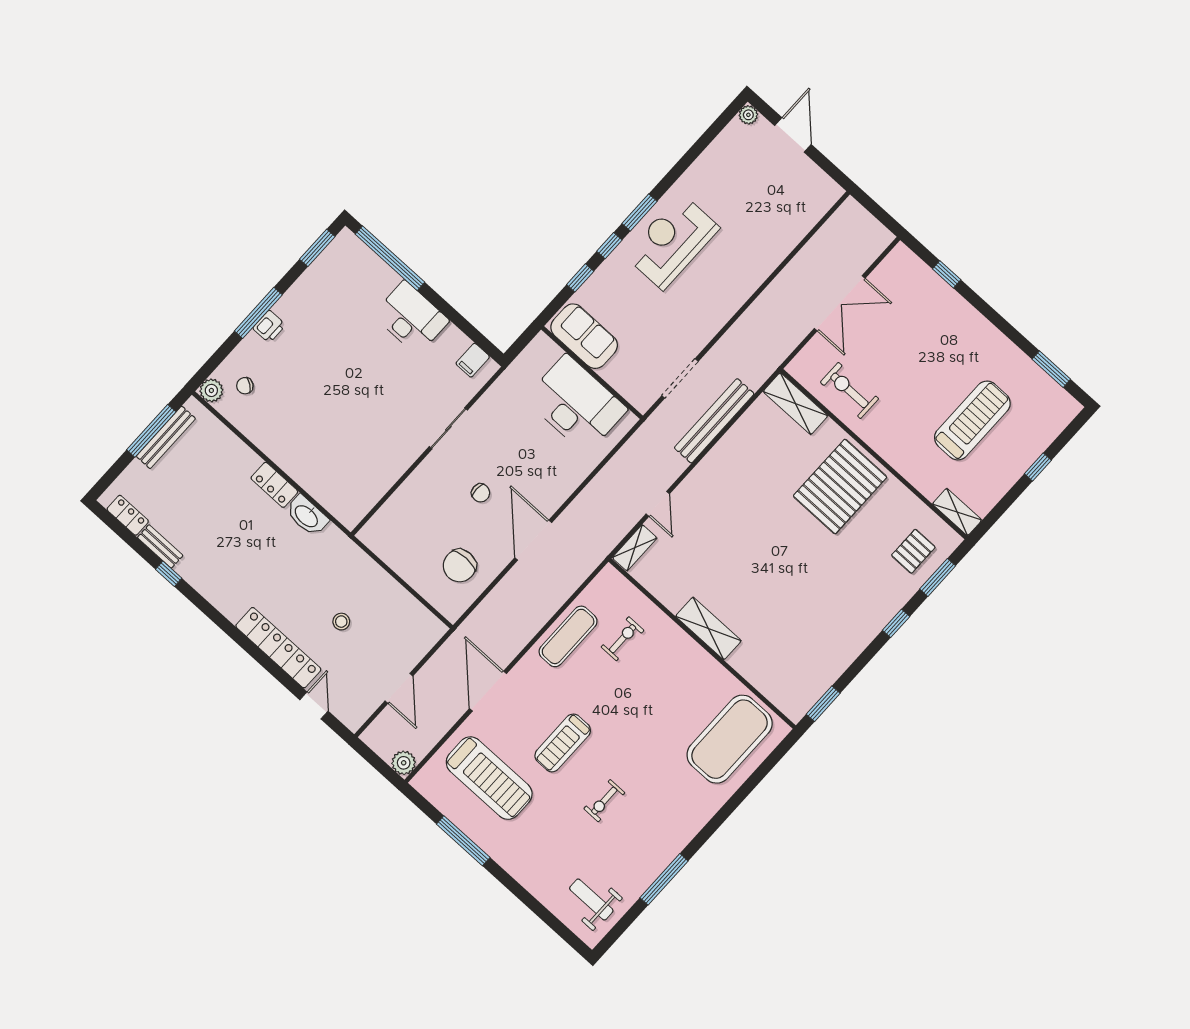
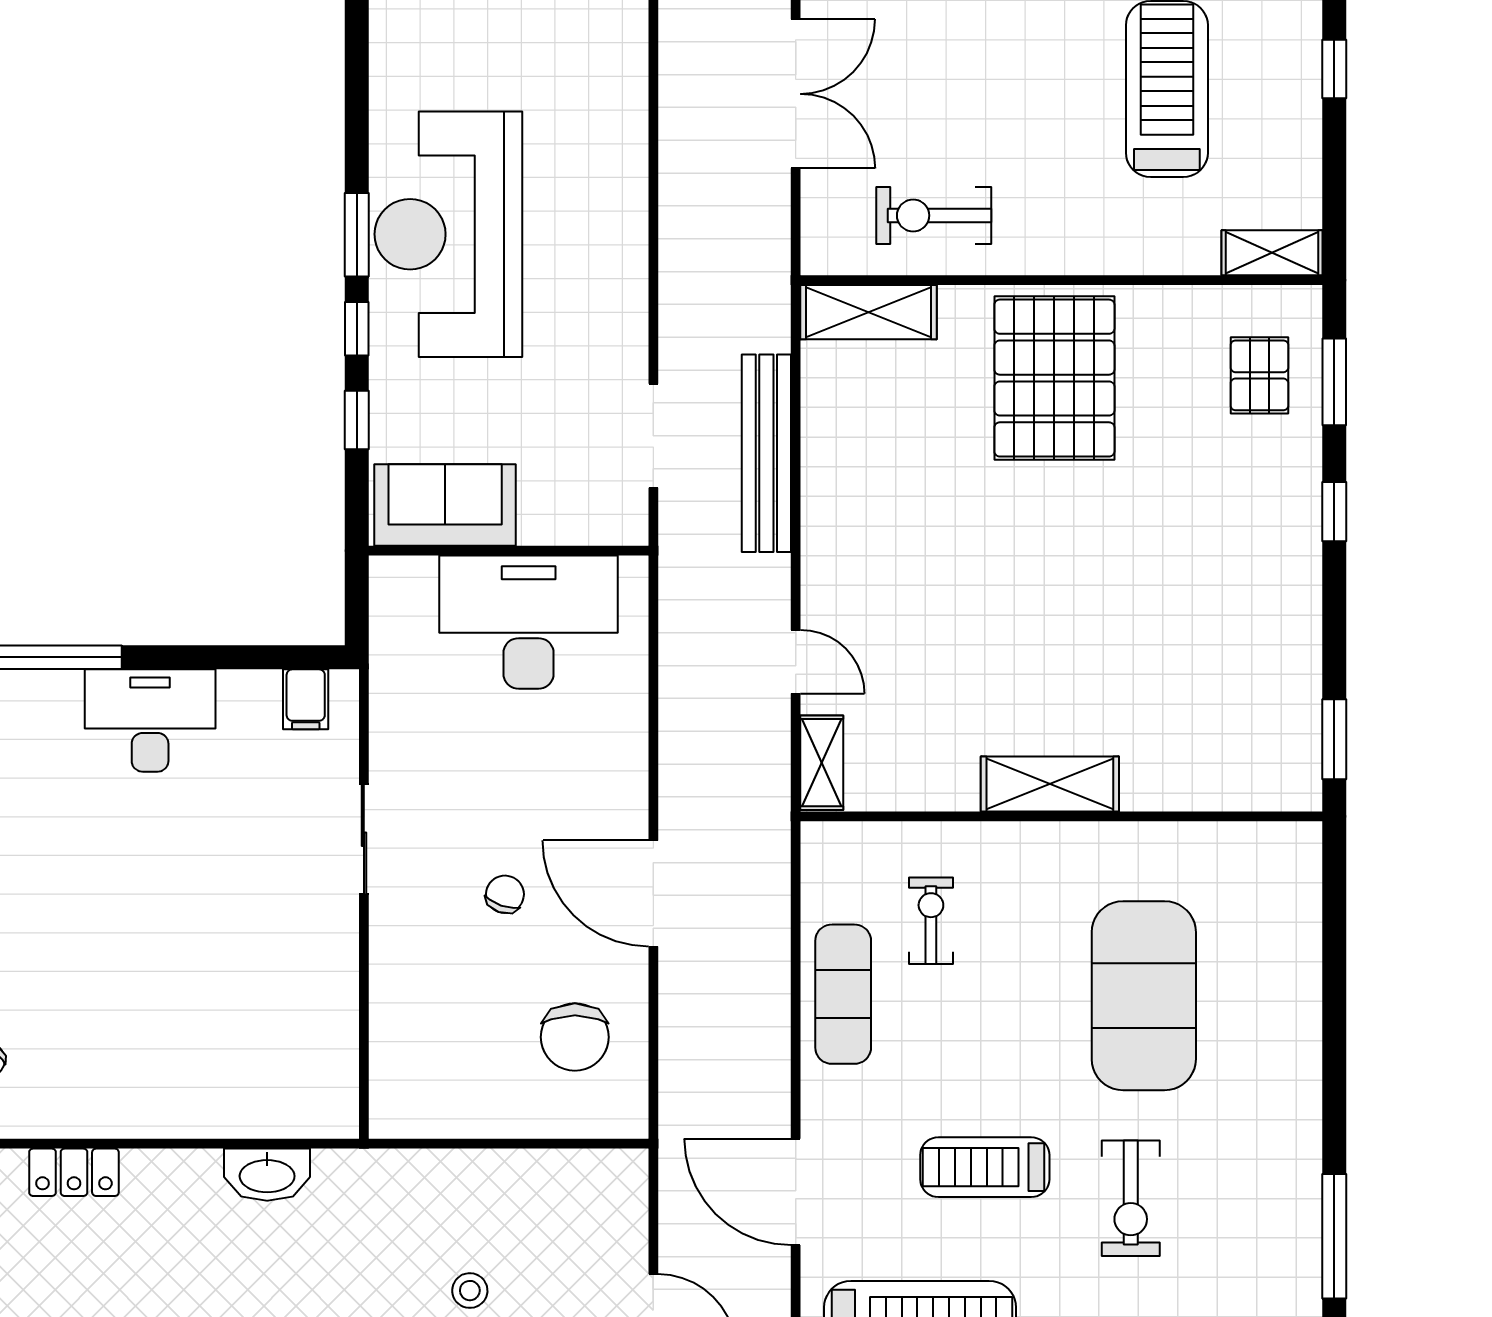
reception desk: (672, 242) -> (448, 234), width x1.36, depth x1.30
locker: (274, 485) -> (74, 1172), moved
chair: (481, 493) -> (505, 894), turned -71
exercise mat: (730, 739) -> (1144, 996), moved
treadmill: (563, 743) -> (985, 1167), turned 90
exercise bike: (604, 801) -> (1131, 1198), width x1.38, depth x1.39

